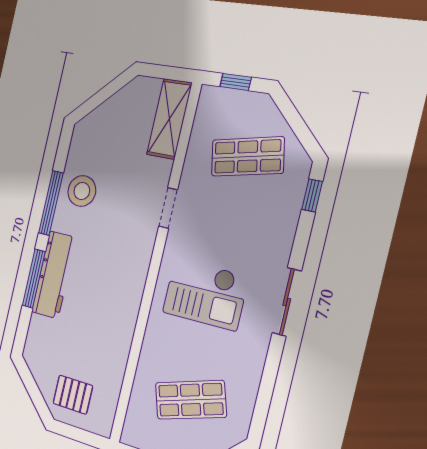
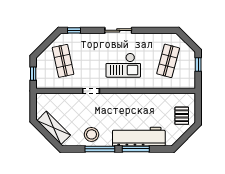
shelving: (169, 119) -> (54, 128), moved, turned 45
workbench: (54, 275) -> (139, 137), width x1.36, depth x1.32
checkout: (205, 294) -> (123, 65), turned 90
shop shelf: (191, 400) -> (168, 61), turned 33

